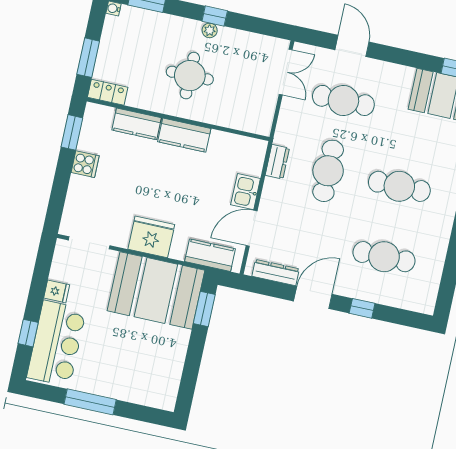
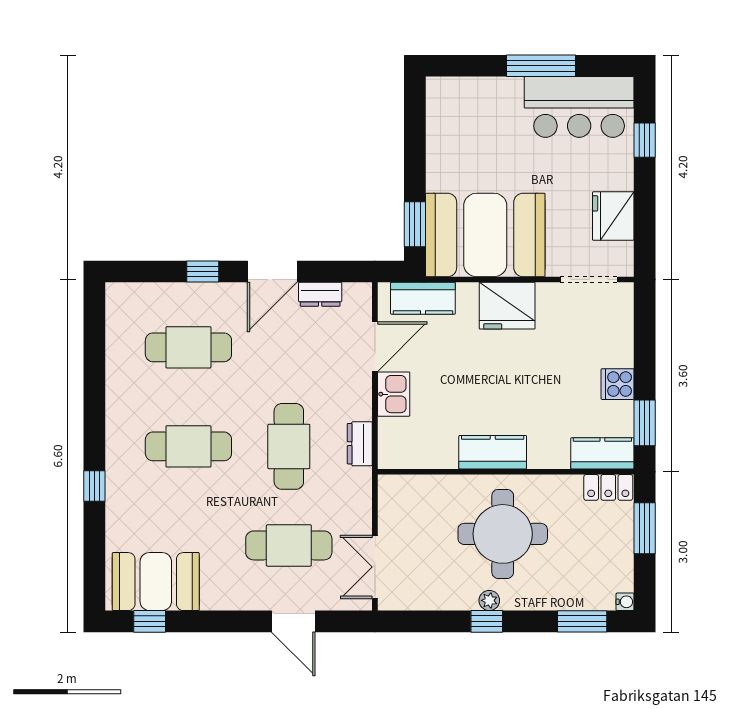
round table: (190, 76) -> (503, 534), width x1.36, depth x1.36
kitchen counter: (137, 124) -> (602, 453), moved
dresser: (276, 273) -> (320, 294), width x0.70
fridge: (57, 291) -> (613, 216), width x1.88, depth x1.34
bar counter: (57, 343) -> (579, 107), moved, turned -90

